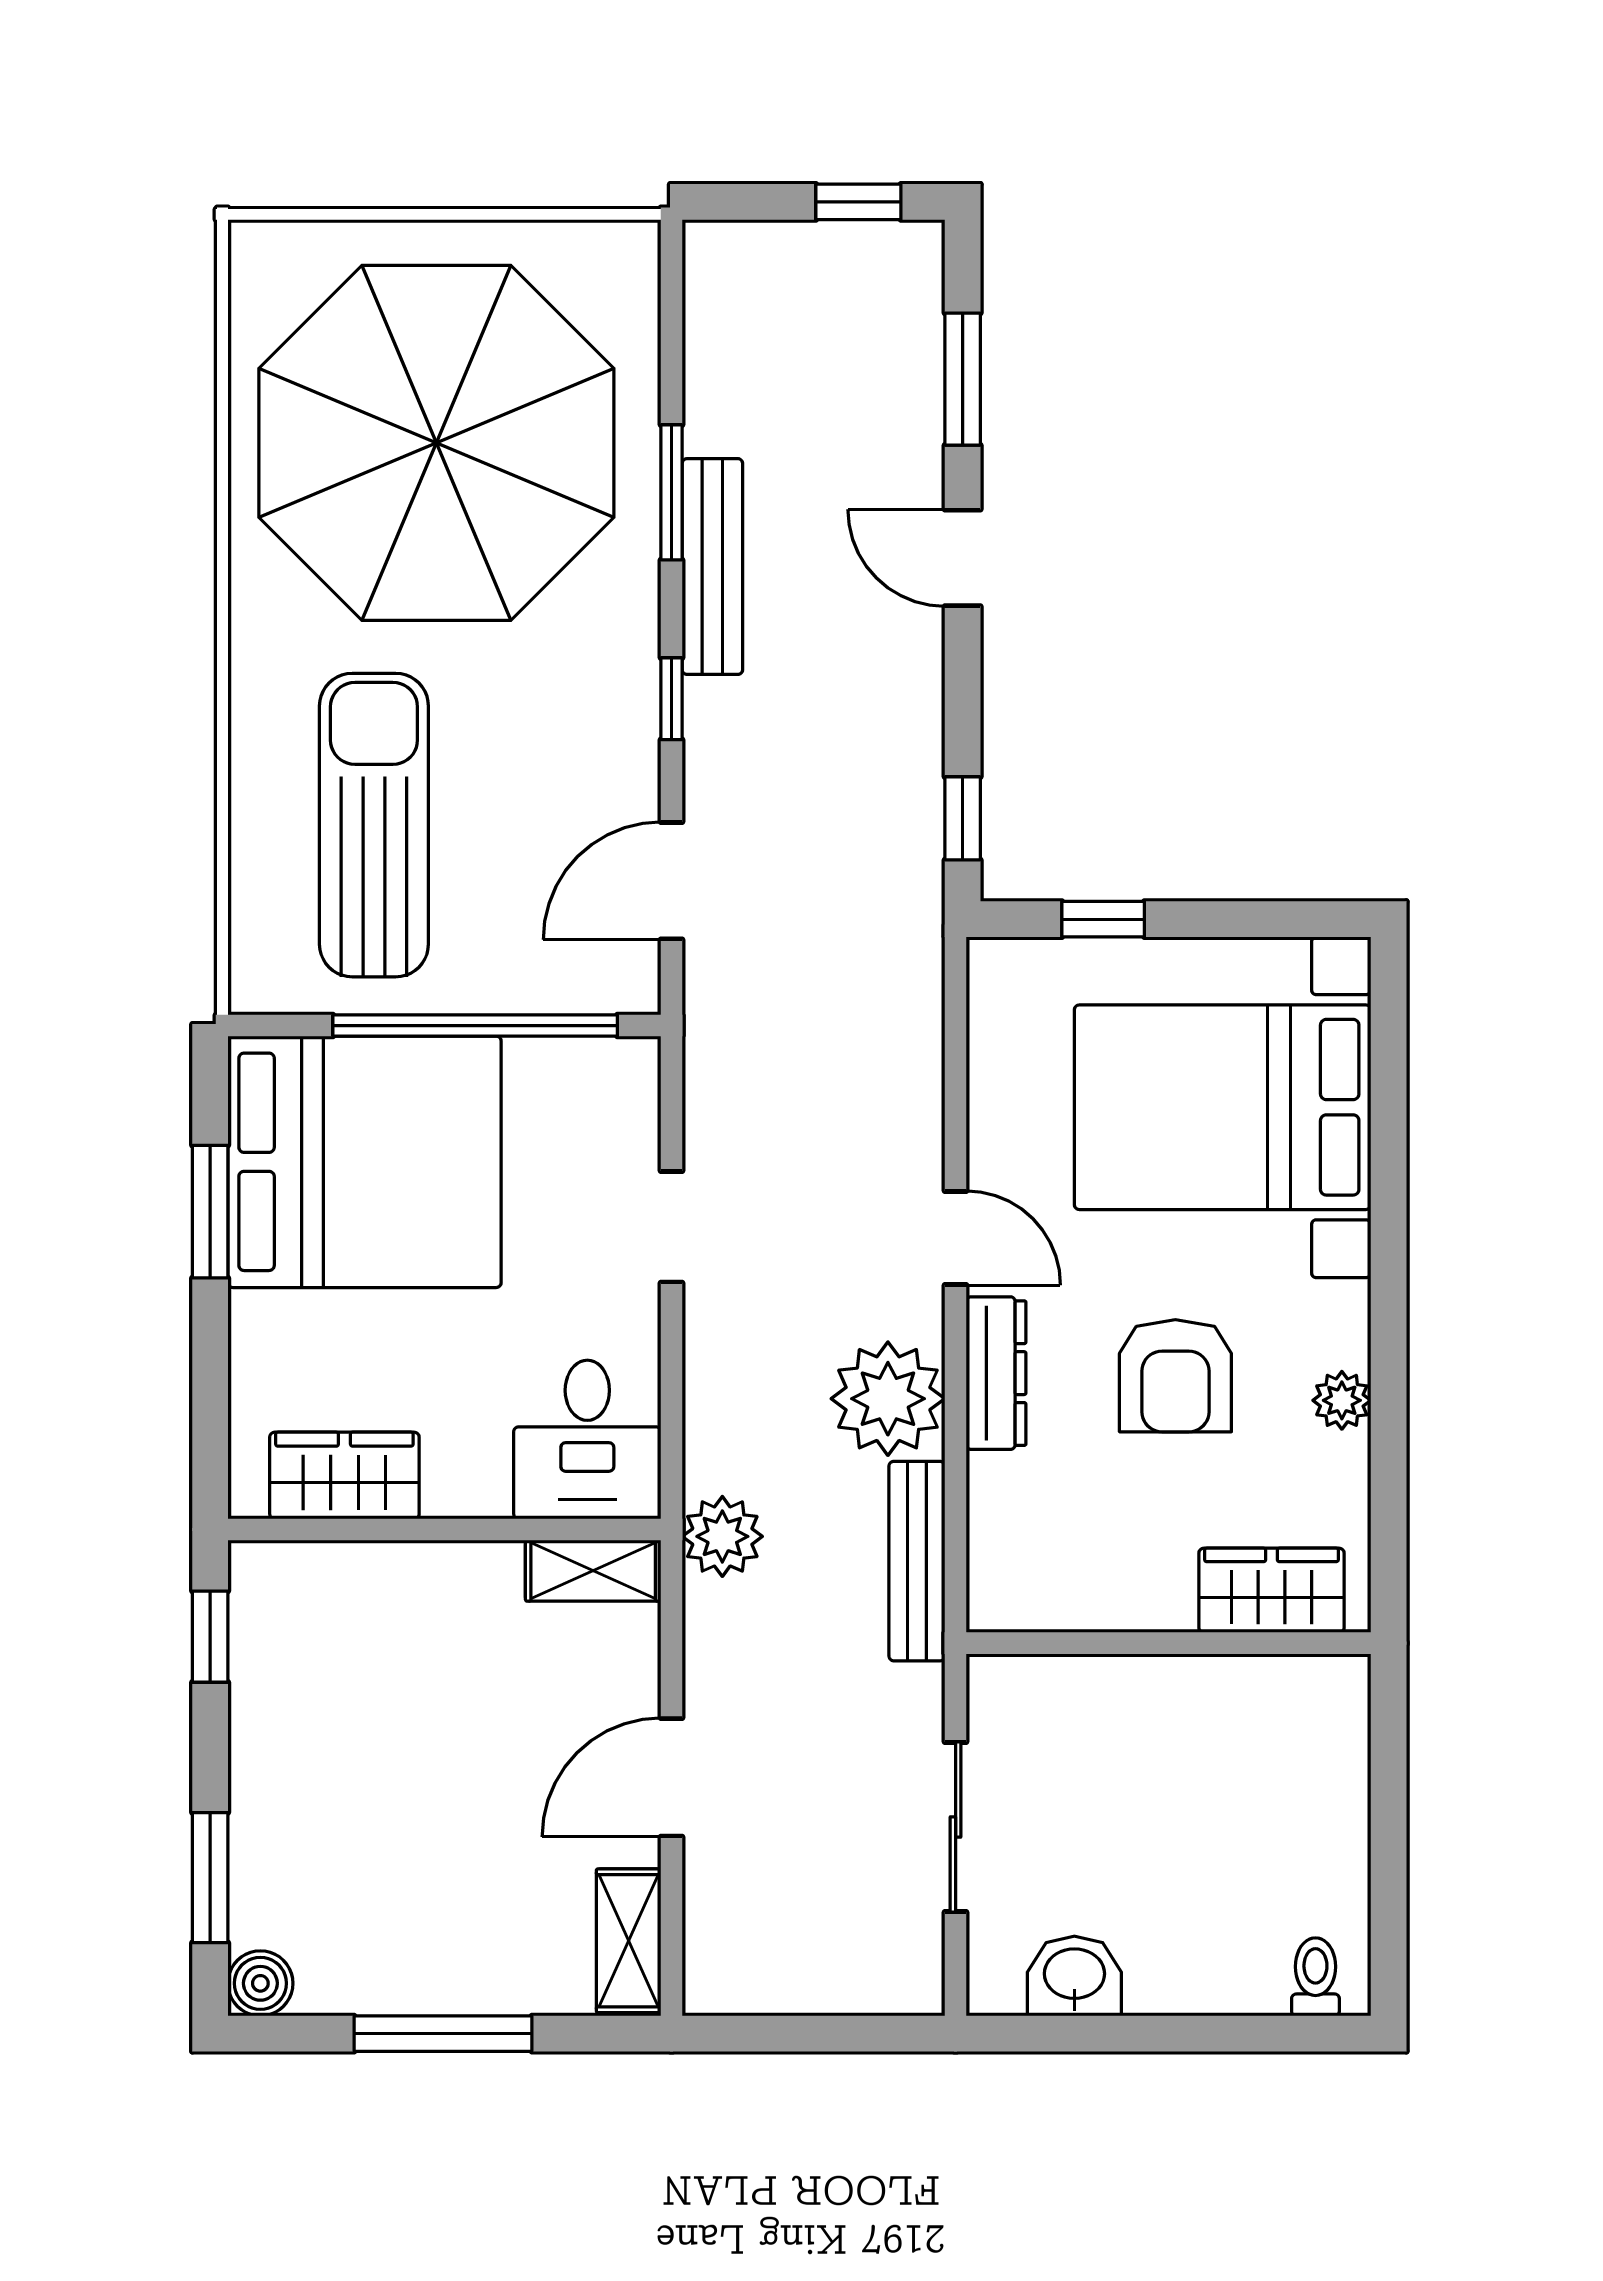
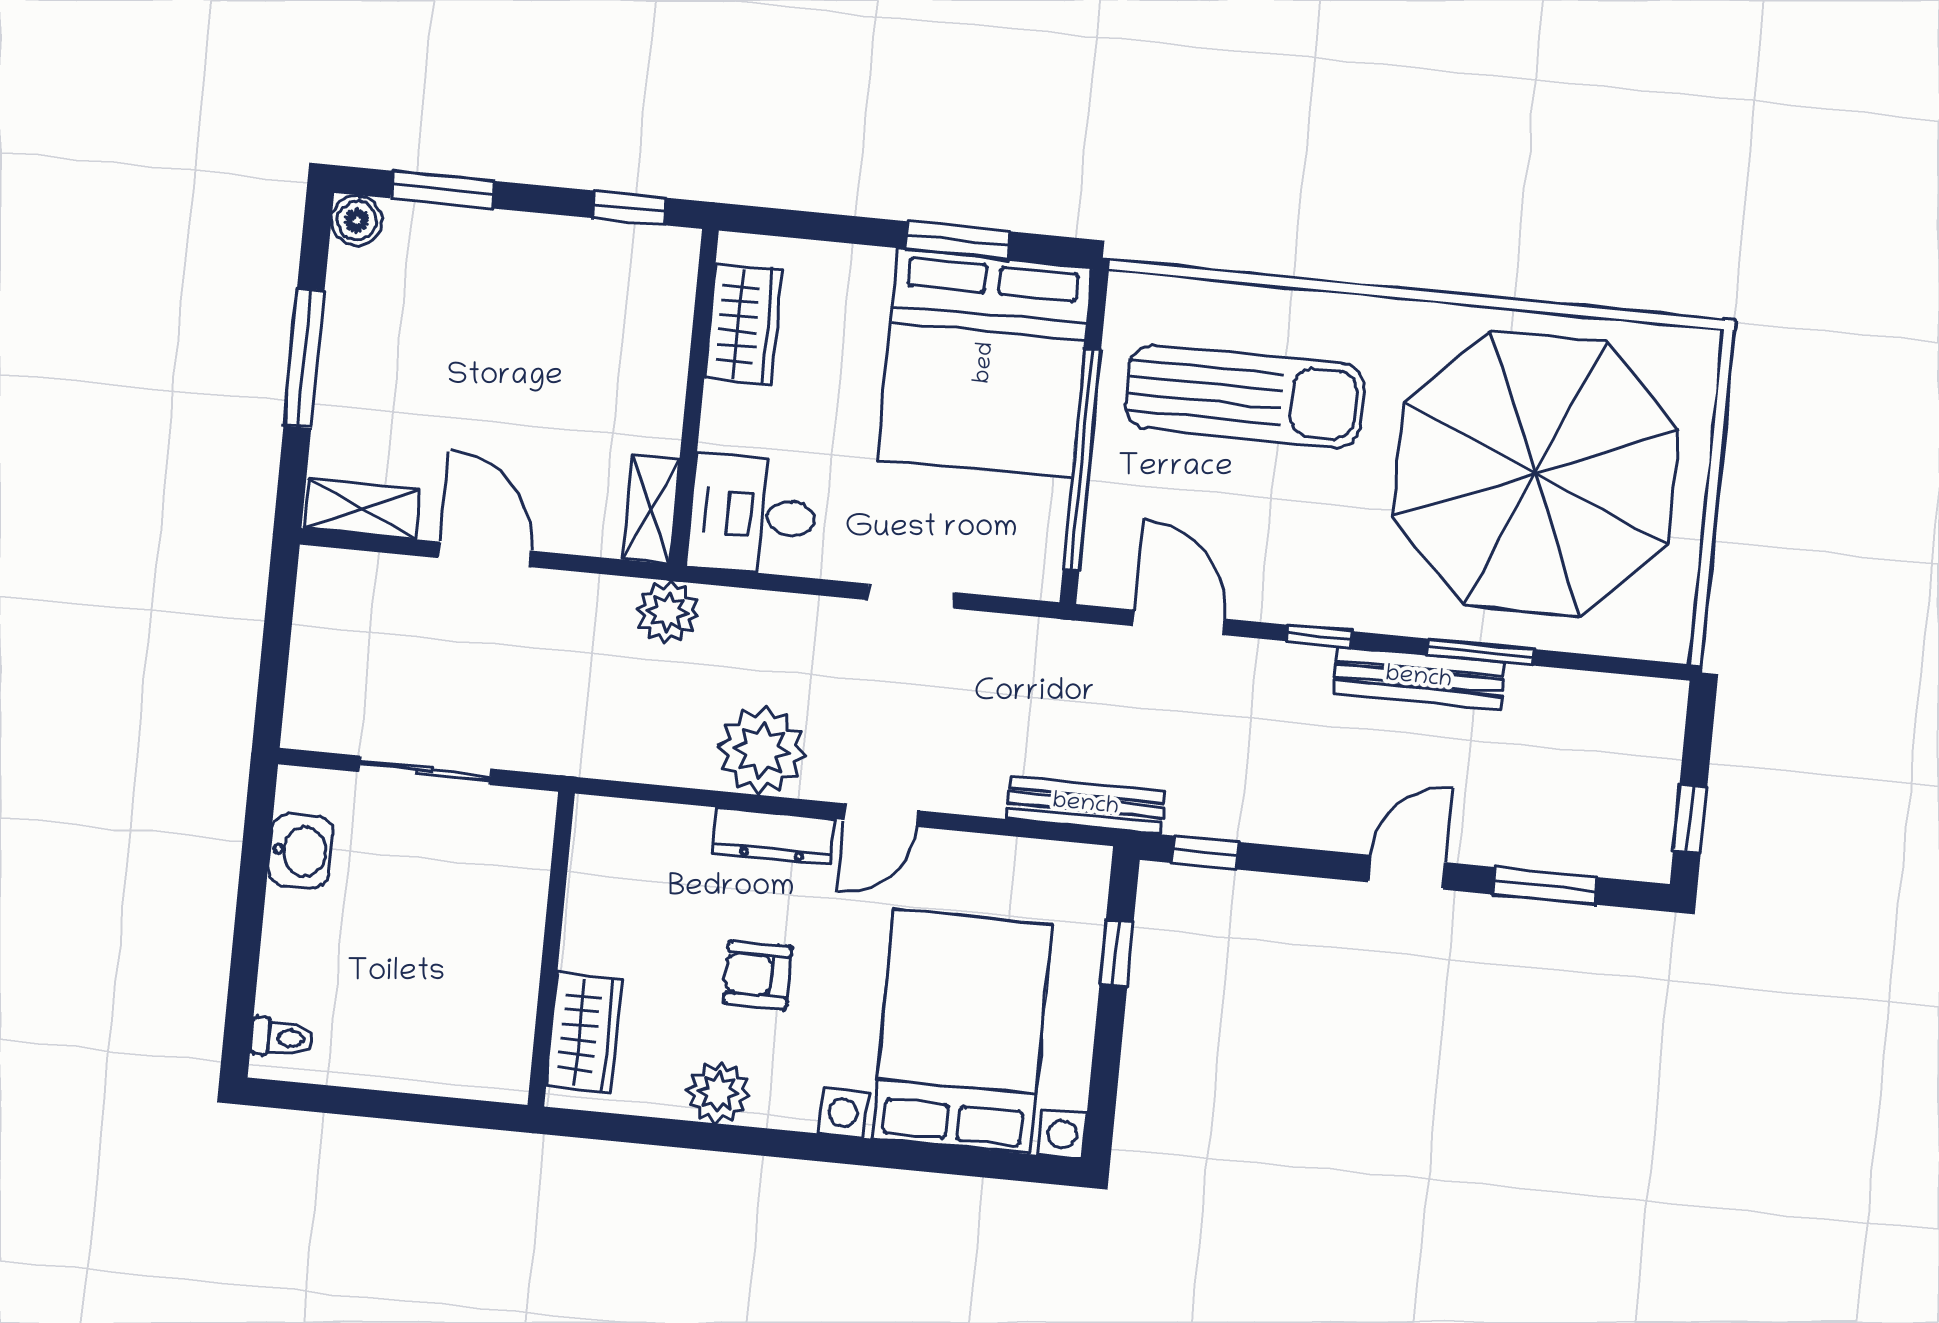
armchair: (1175, 1376) -> (758, 975), width x0.72, depth x0.72
plant: (1342, 1400) -> (718, 1092), width x1.38, depth x1.38
bench: (917, 1561) -> (1086, 805), moved

